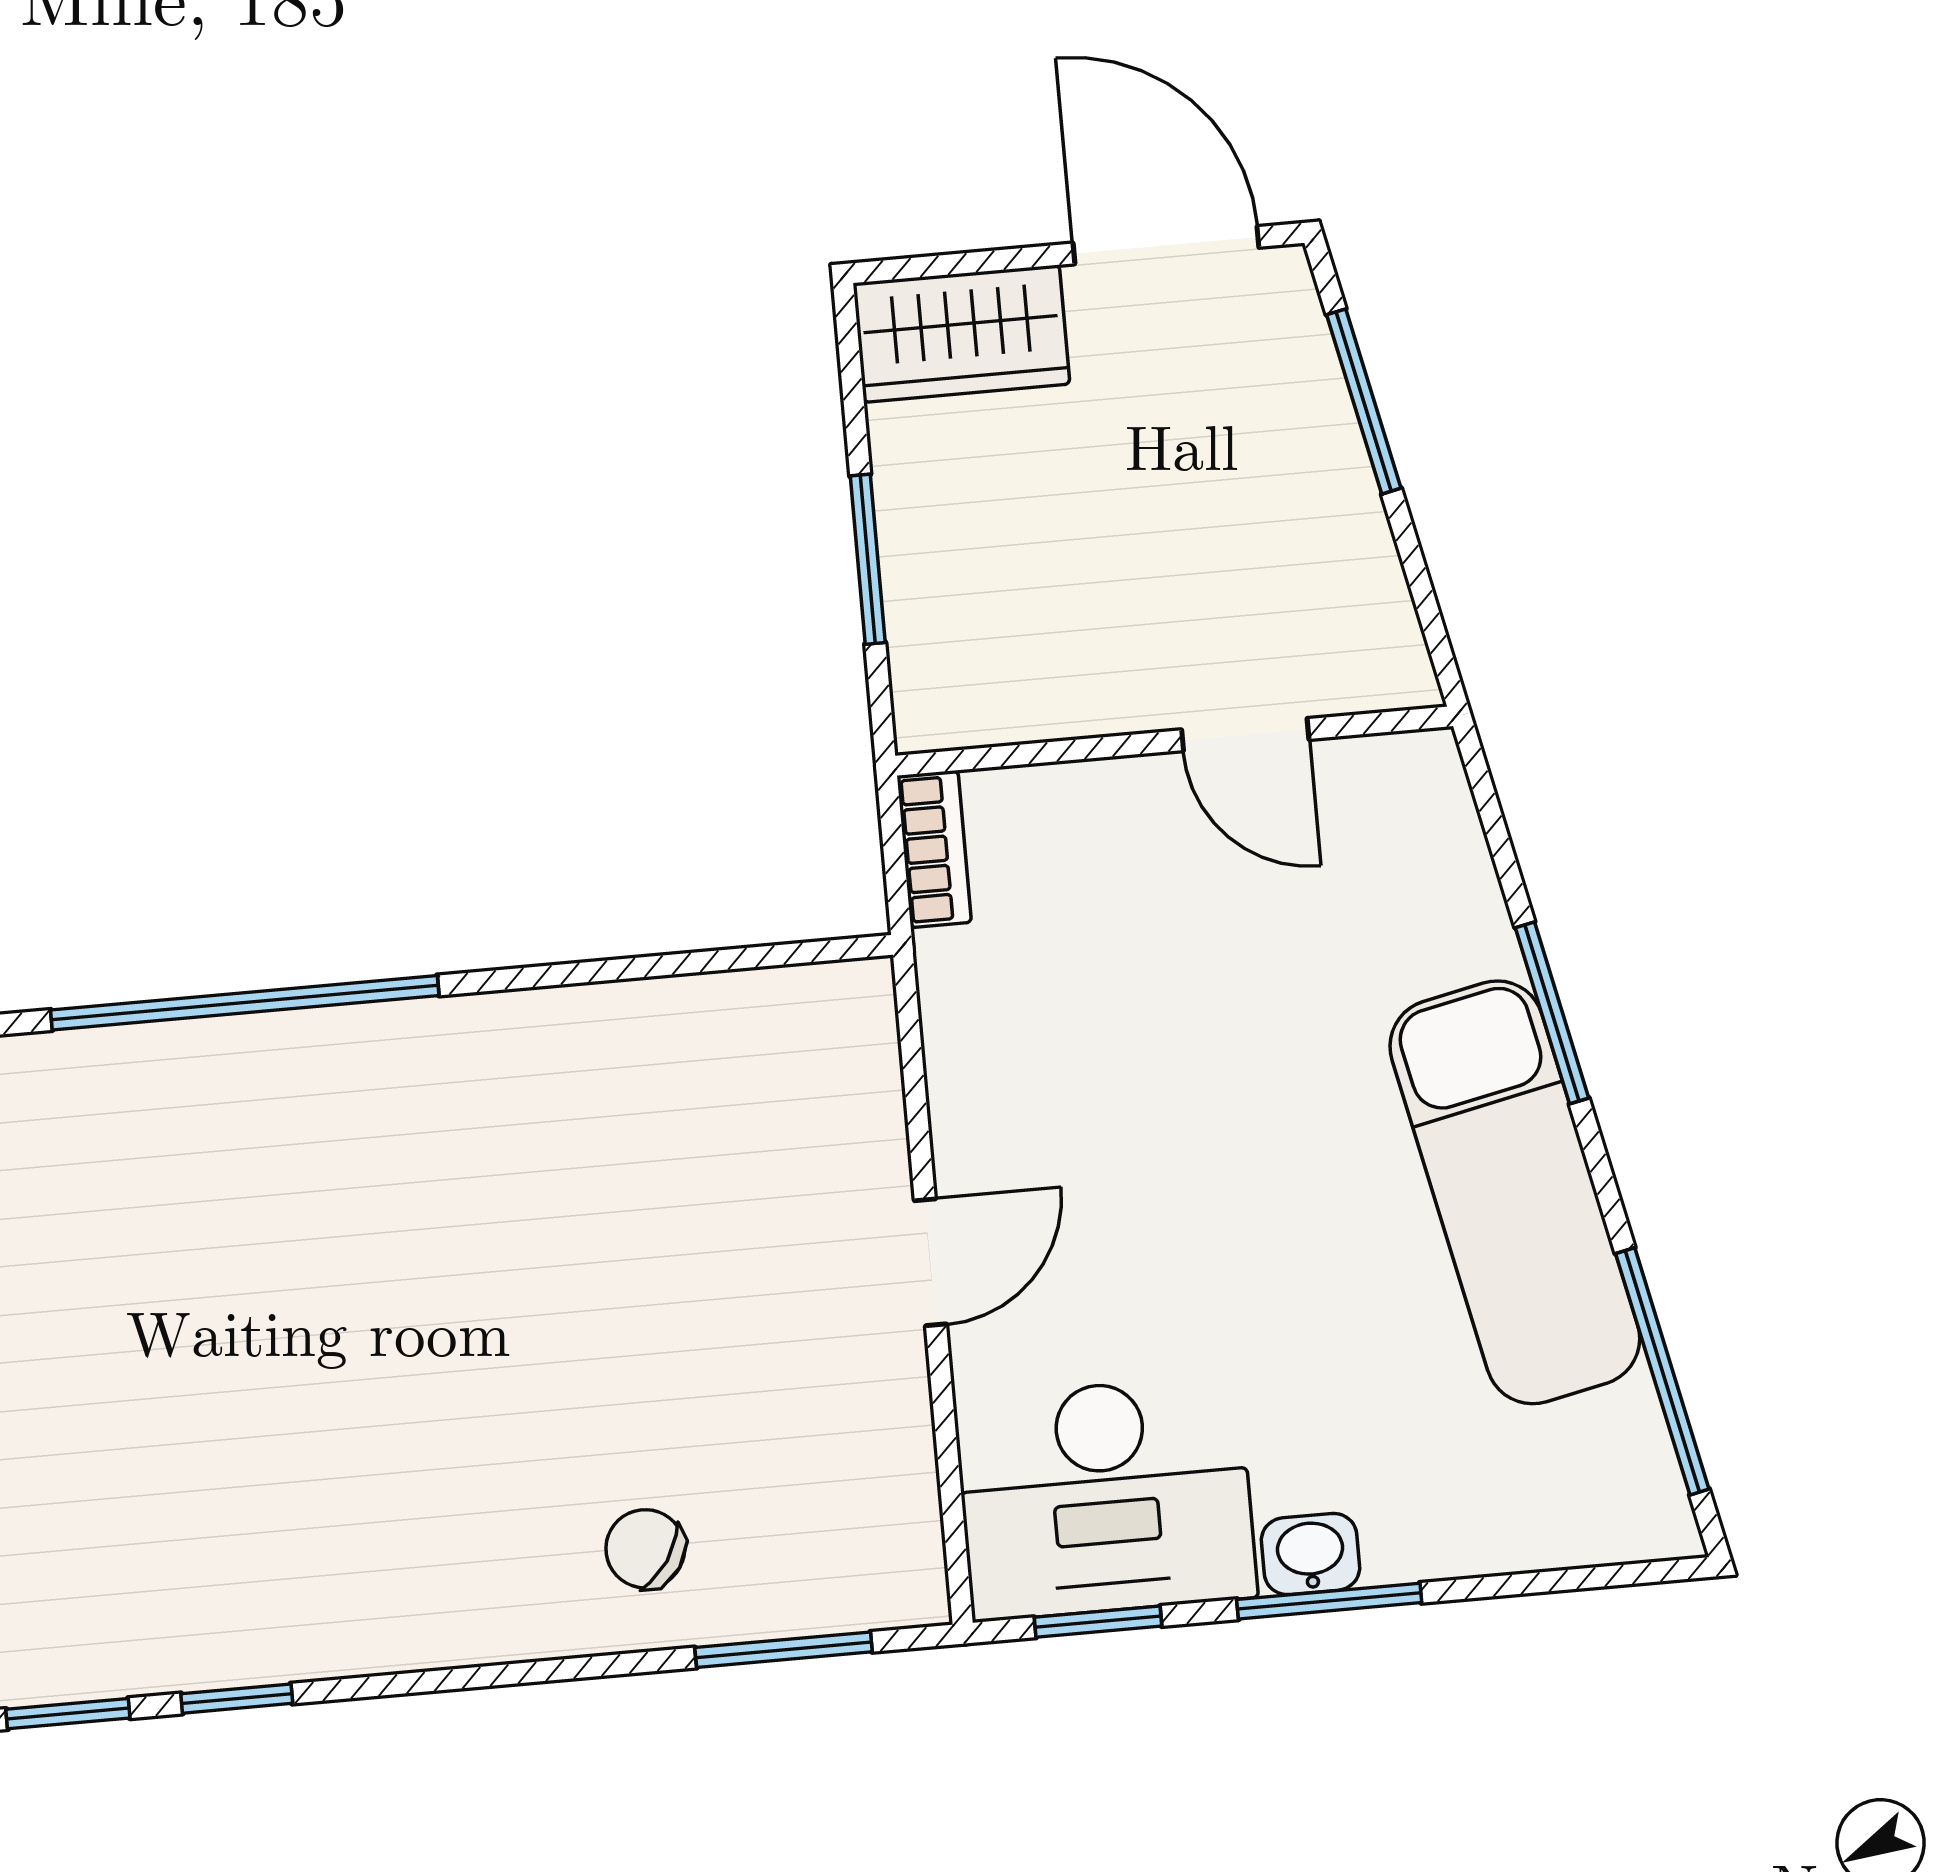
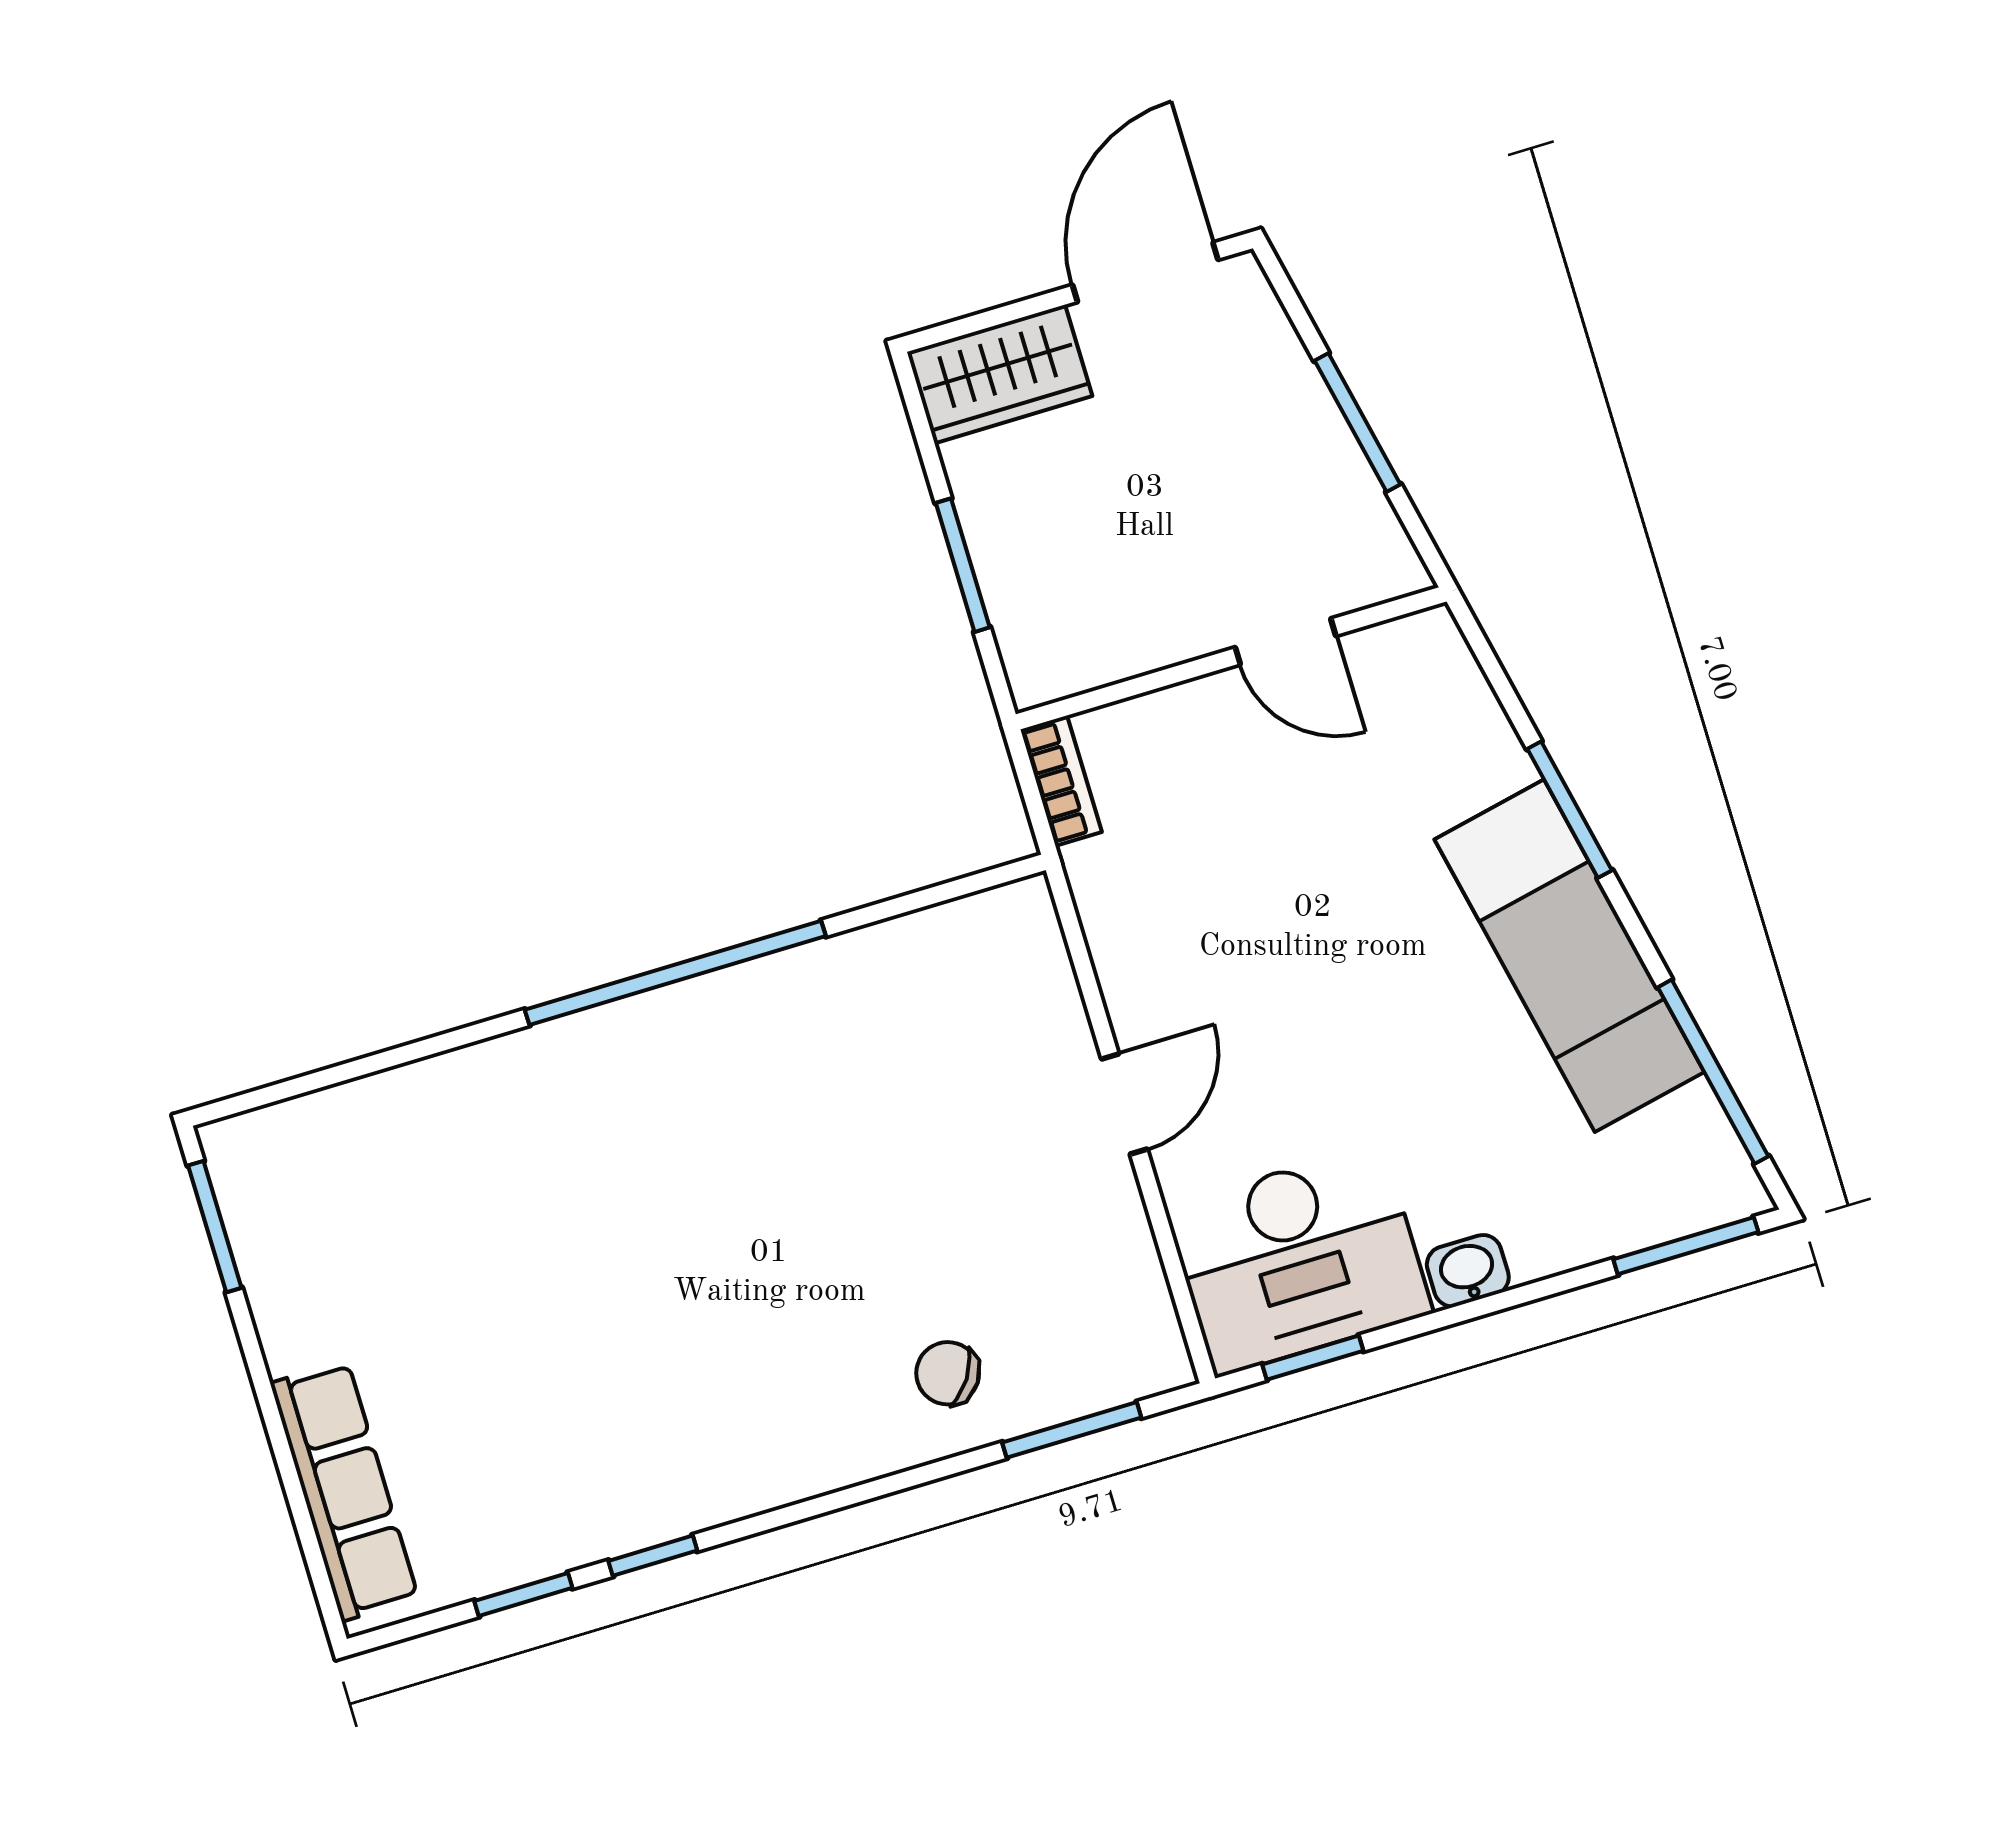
door: (1166, 245) -> (1145, 272), hinge flipped
window: (1364, 401) -> (1357, 422), moved
window: (245, 1003) -> (675, 973), moved
window: (1329, 1601) -> (1686, 1246), moved

